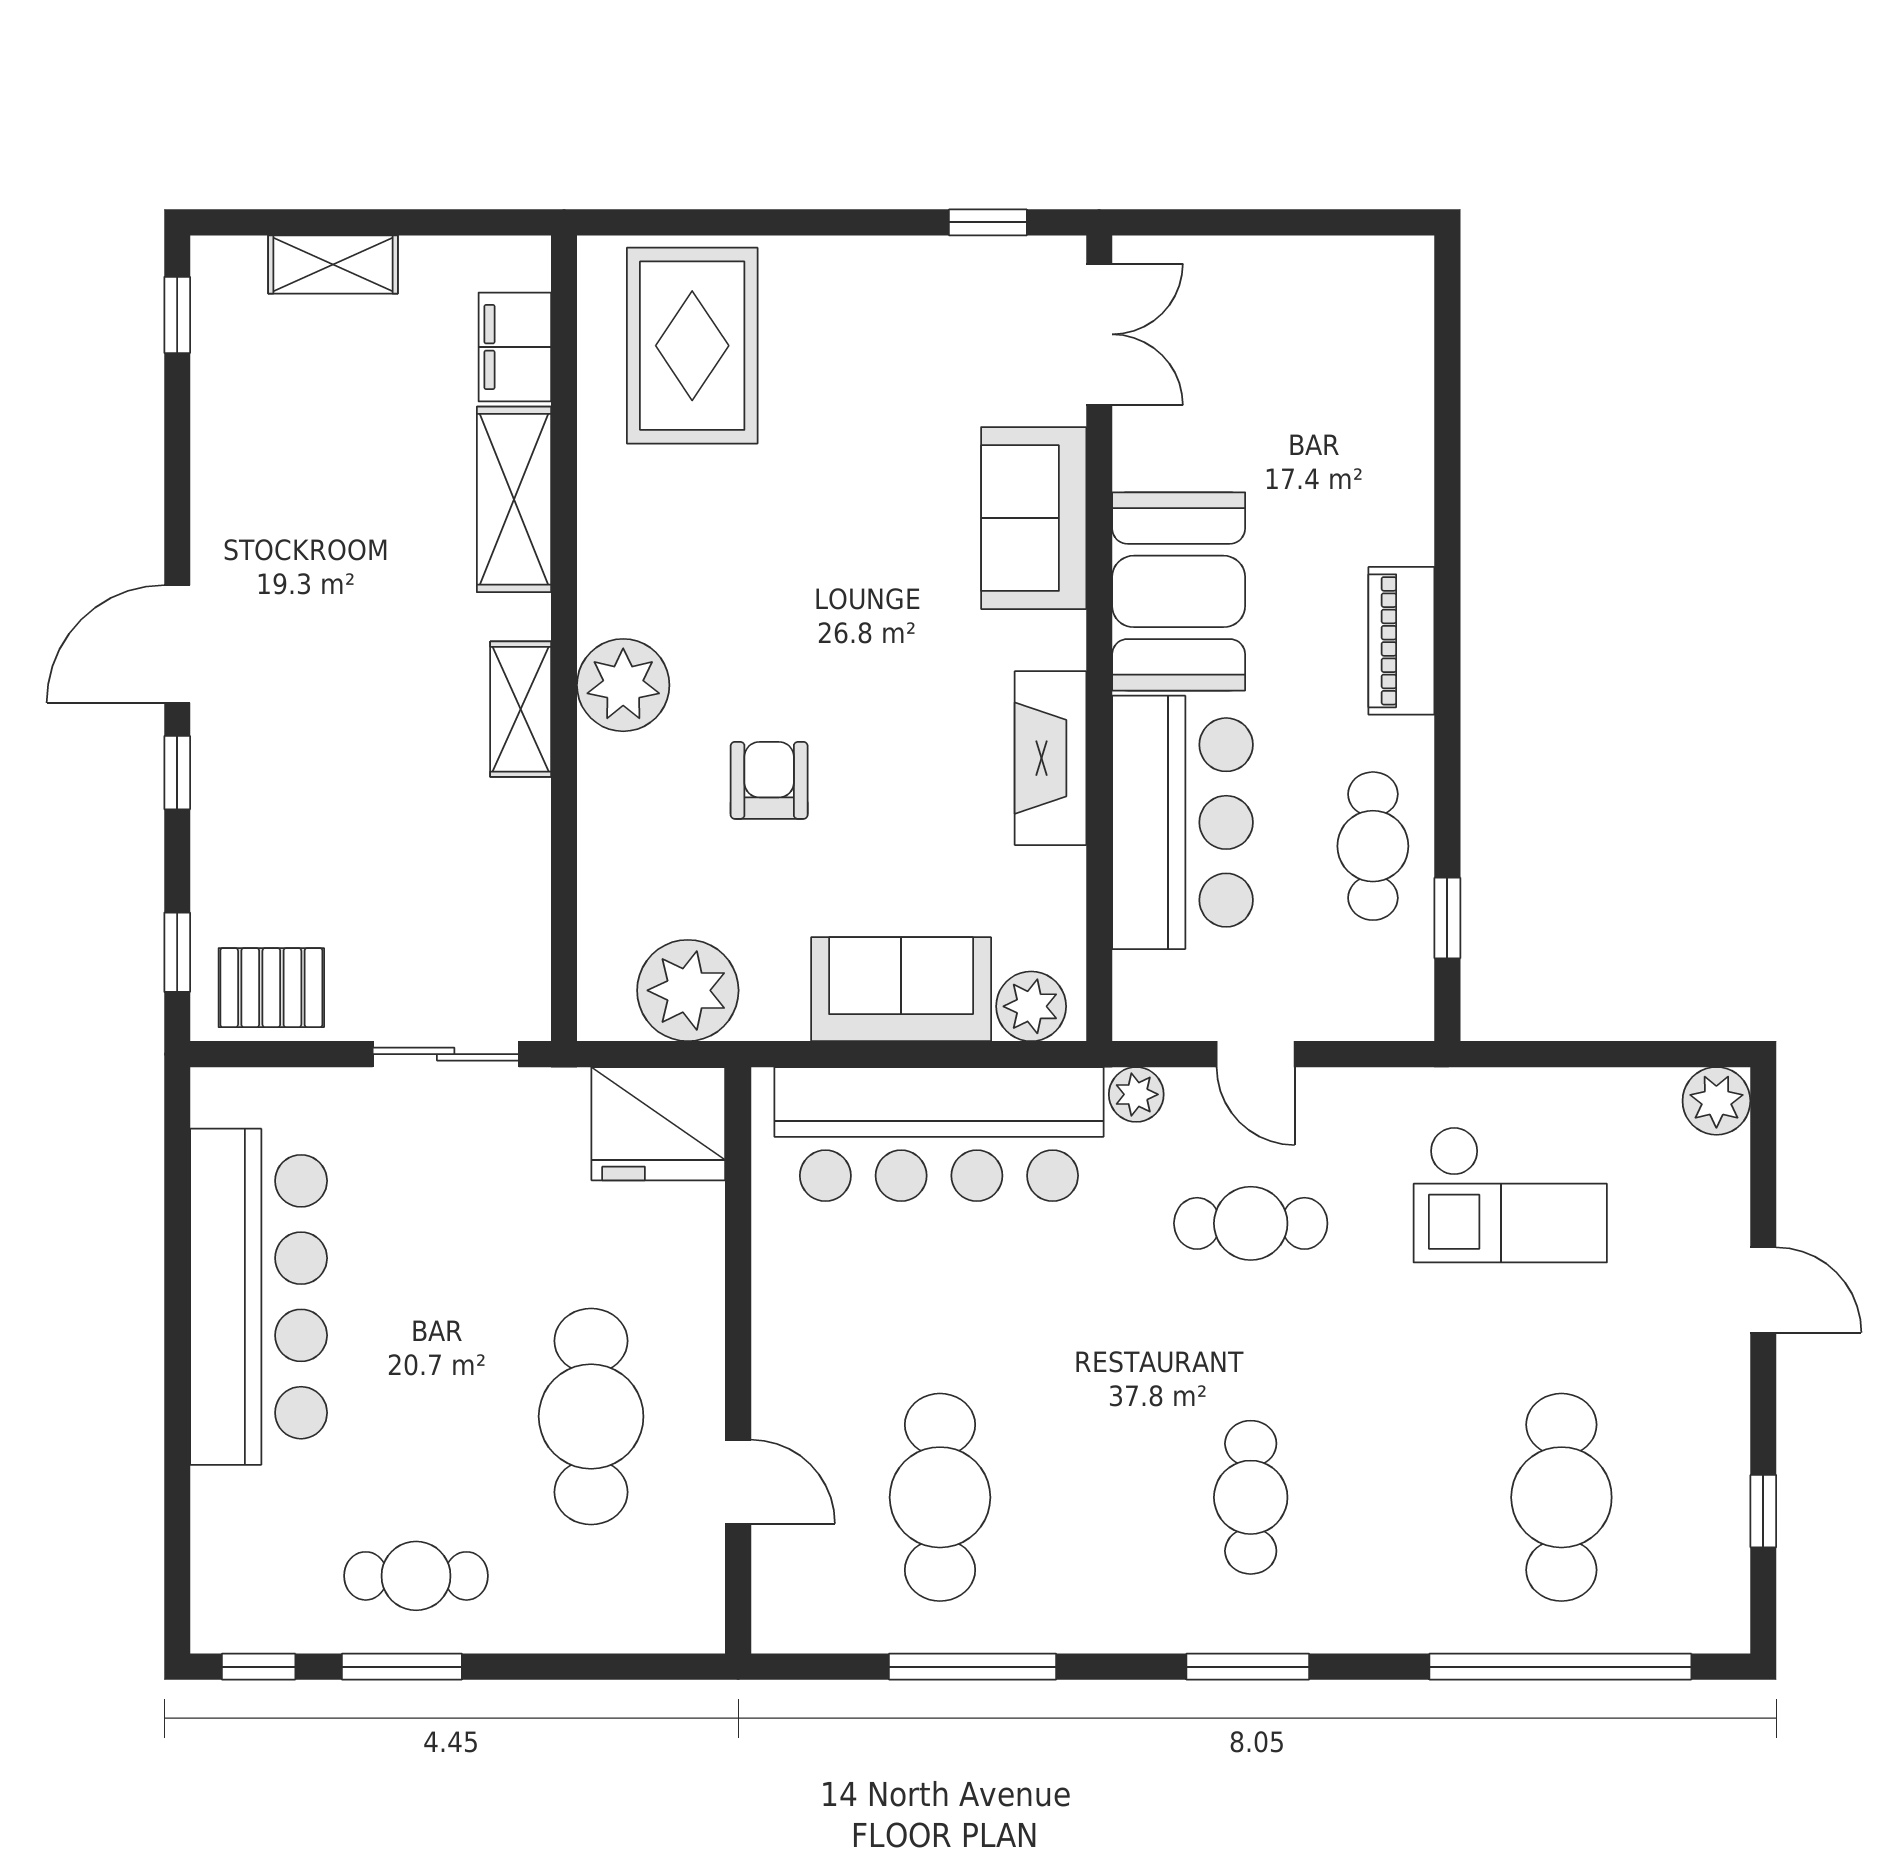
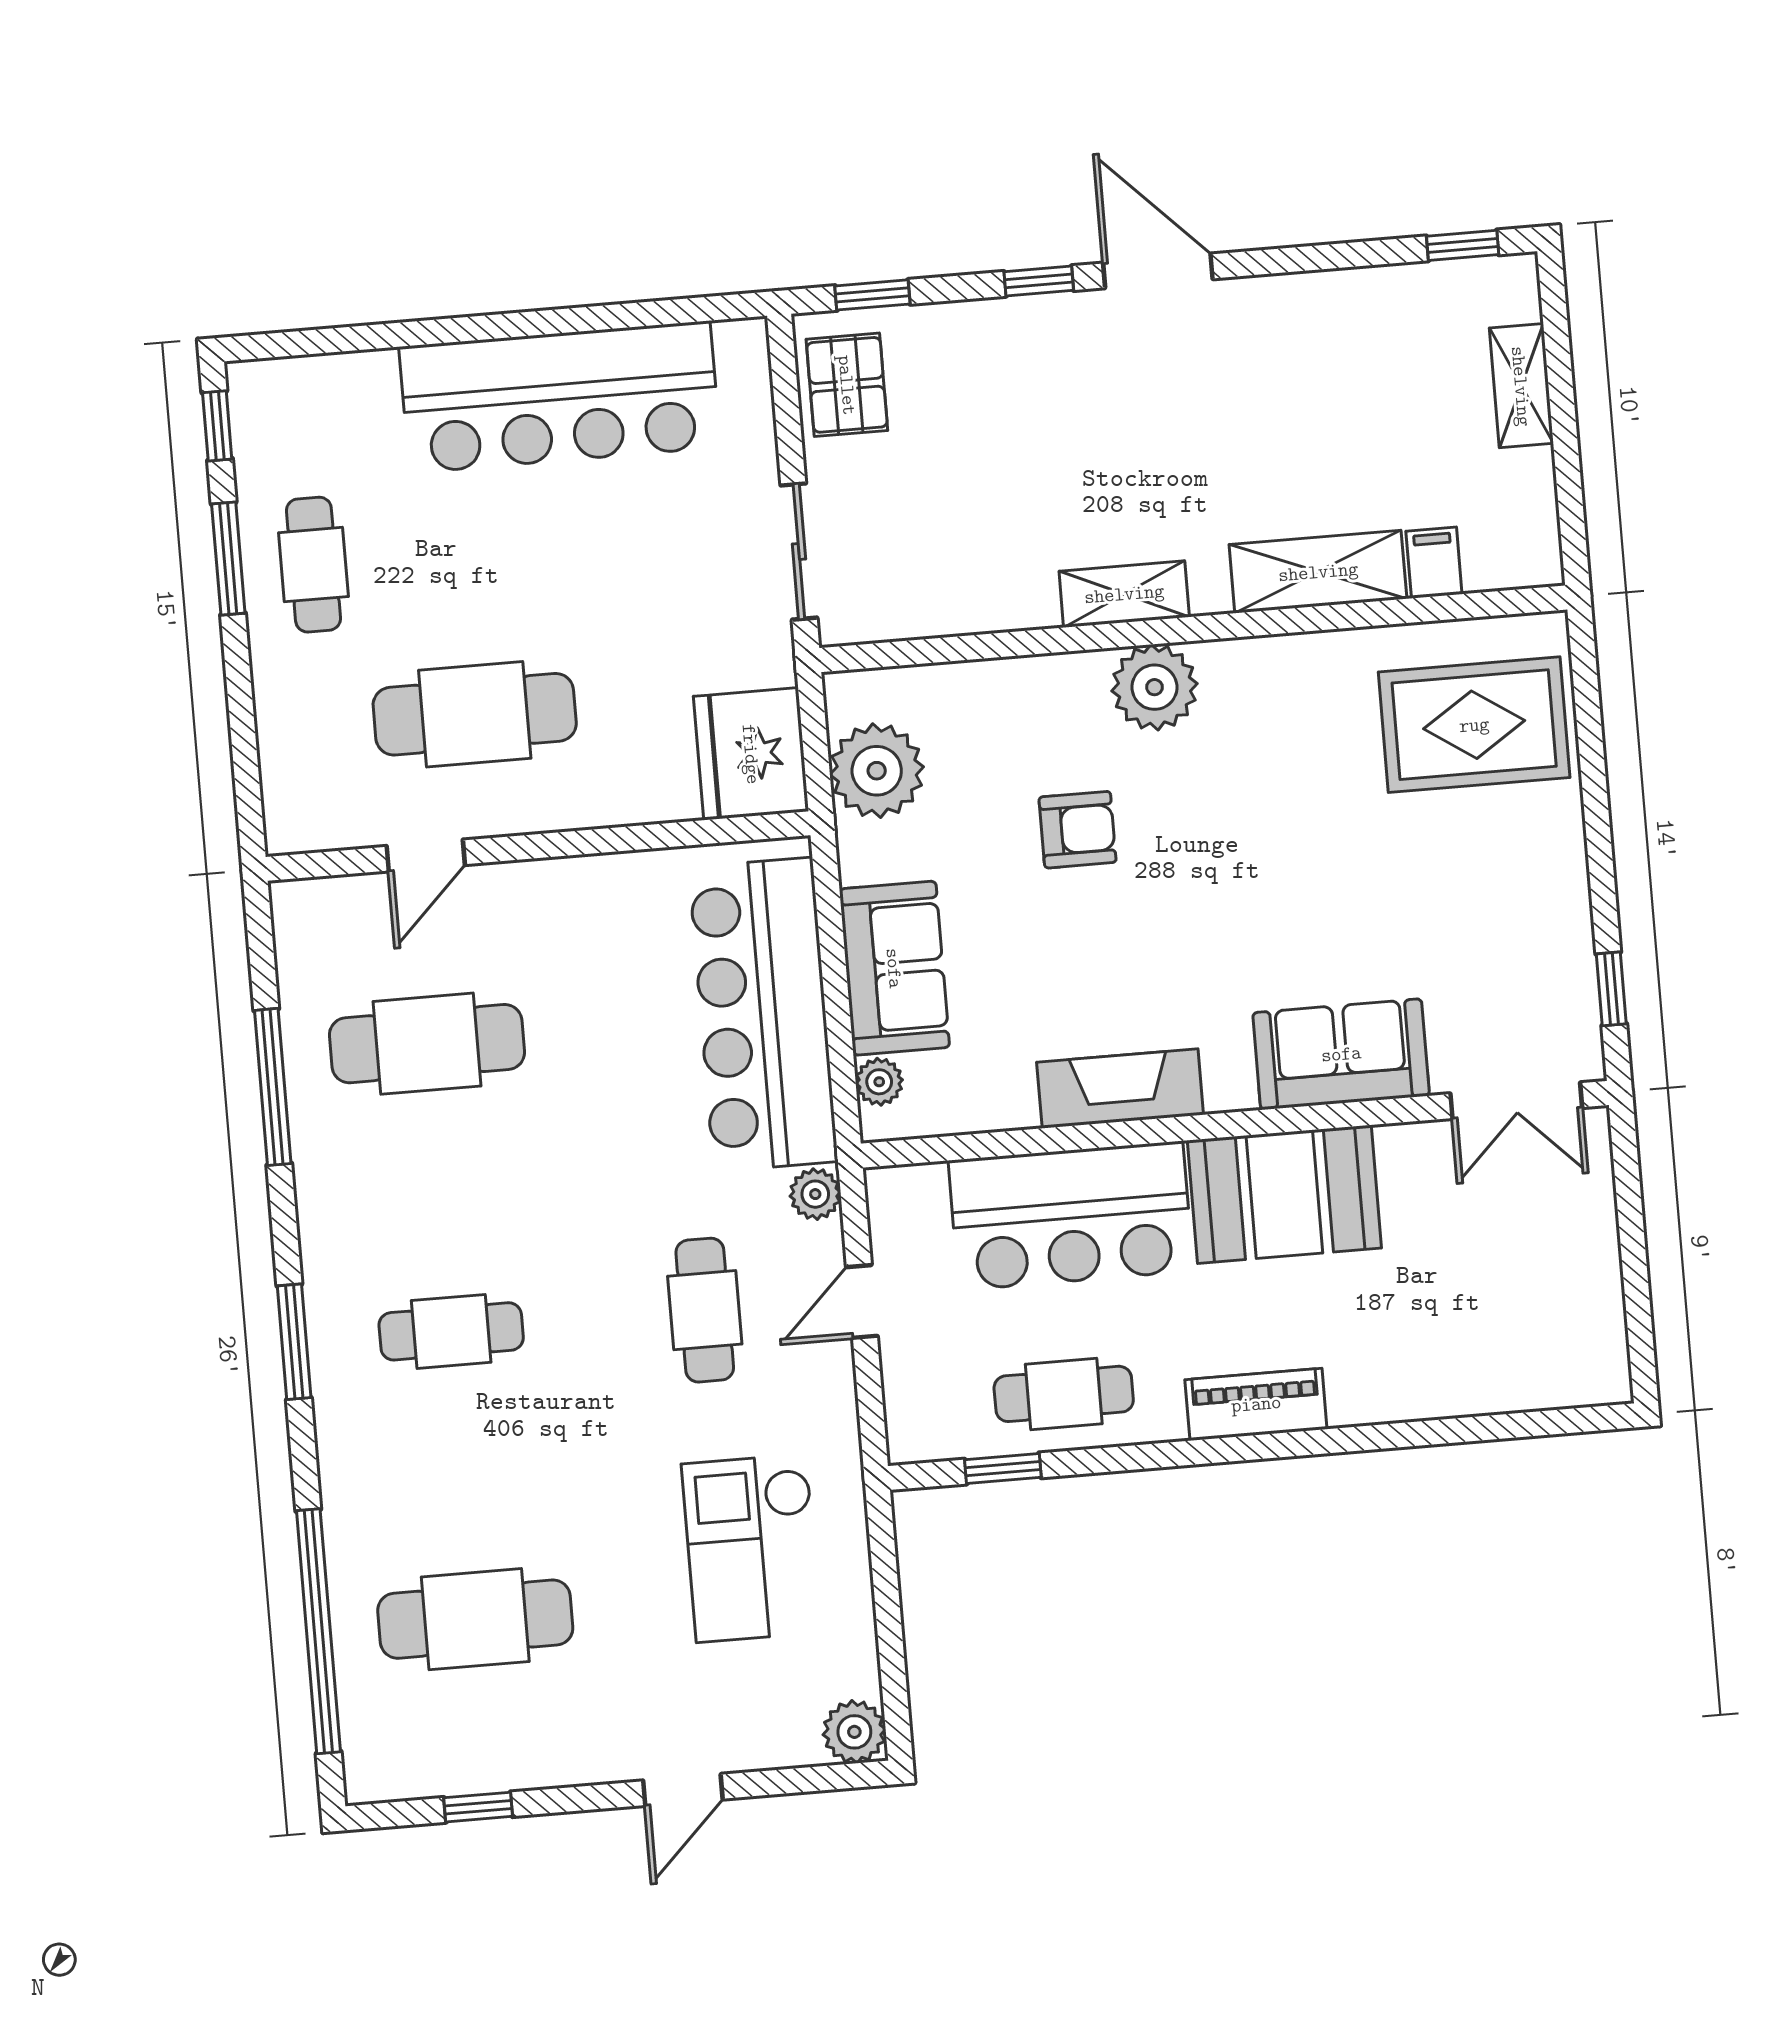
filing cabinet: (515, 347) -> (1434, 563), width x0.50
plant: (1031, 1006) -> (879, 1082), width x0.73, depth x0.73

